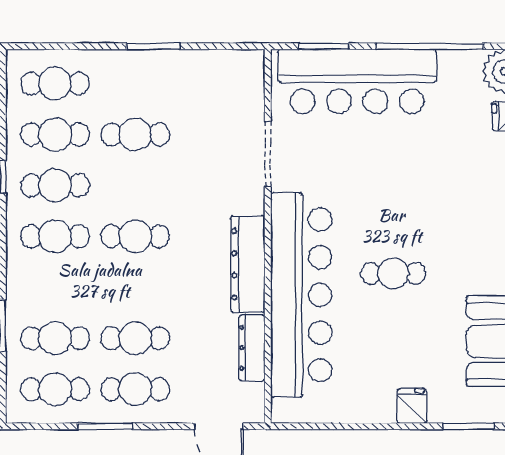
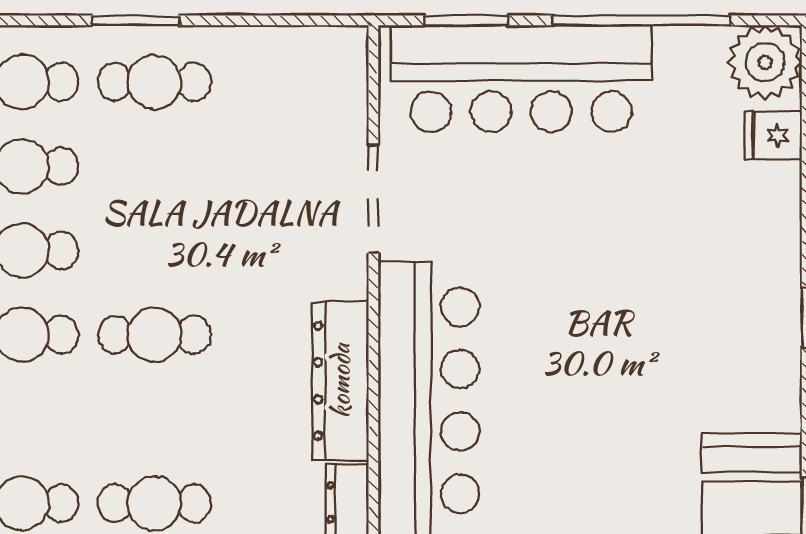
window: (153, 46) -> (136, 20), moved
cafe table: (135, 134) -> (154, 82), moved
cafe table: (393, 273) -> (581, 396), removed

